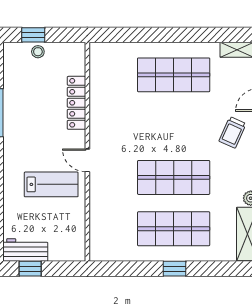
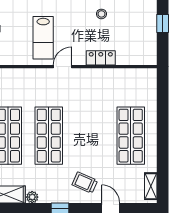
stool: (38, 52) -> (101, 14), moved
locker: (76, 103) -> (101, 58), width x0.66

